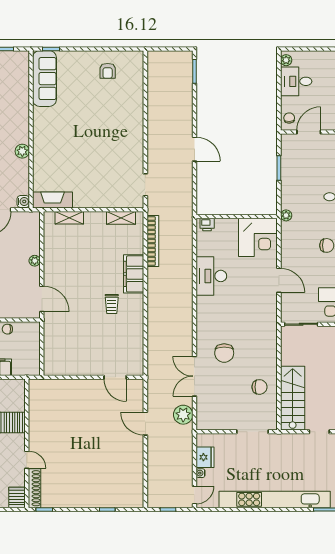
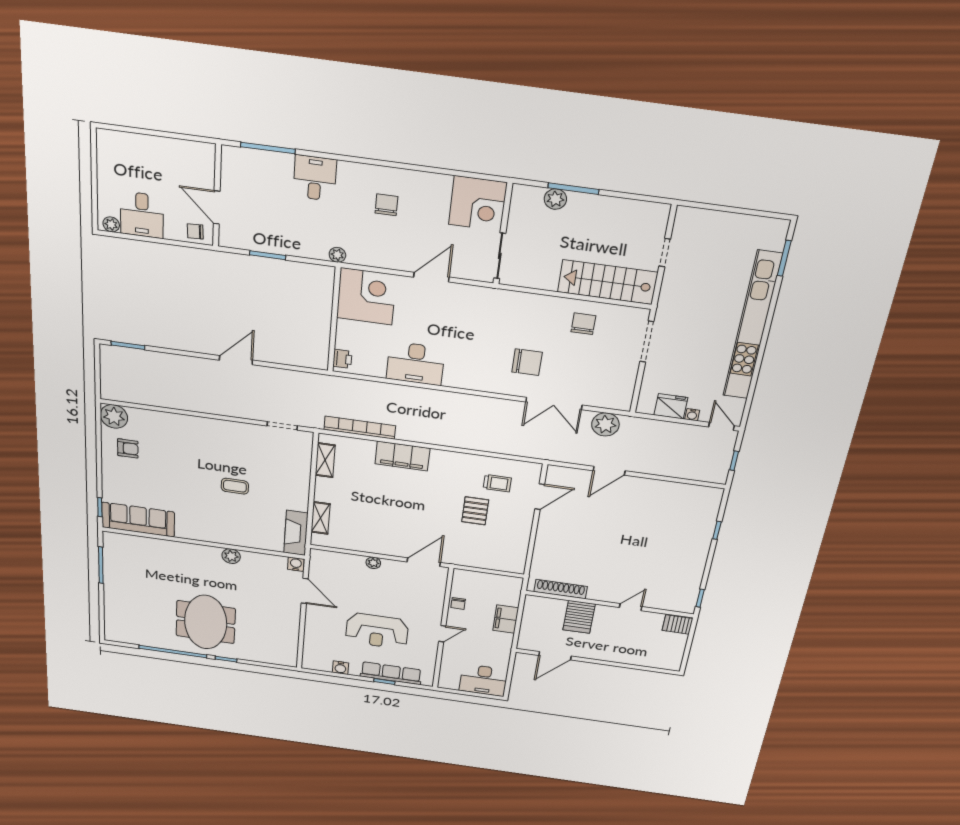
plant: (134, 61) -> (114, 416), added
coffee table: (87, 152) -> (235, 486), added
trolley: (112, 304) -> (497, 483), moved
pallet: (95, 332) -> (475, 511), added
shoe rack: (35, 488) -> (561, 589), moved

